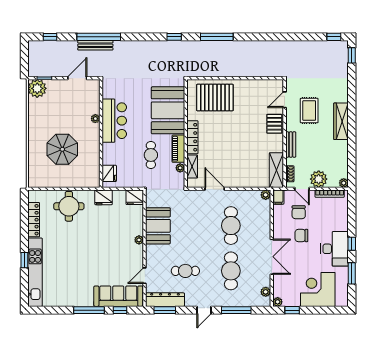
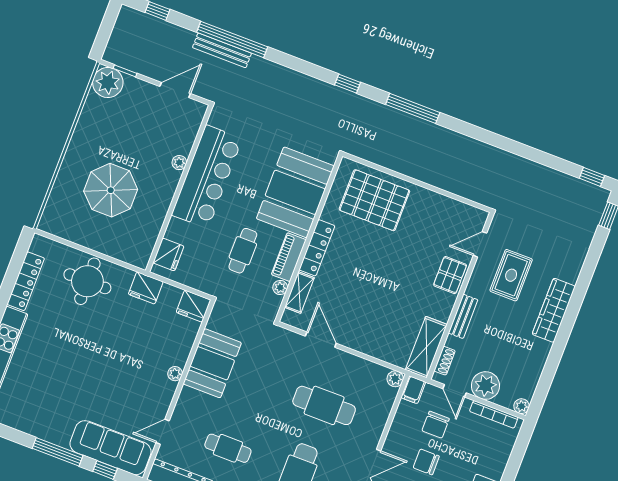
bar counter: (114, 121) -> (207, 177), width x1.36
cafe table: (231, 226) -> (324, 405), turned 90

